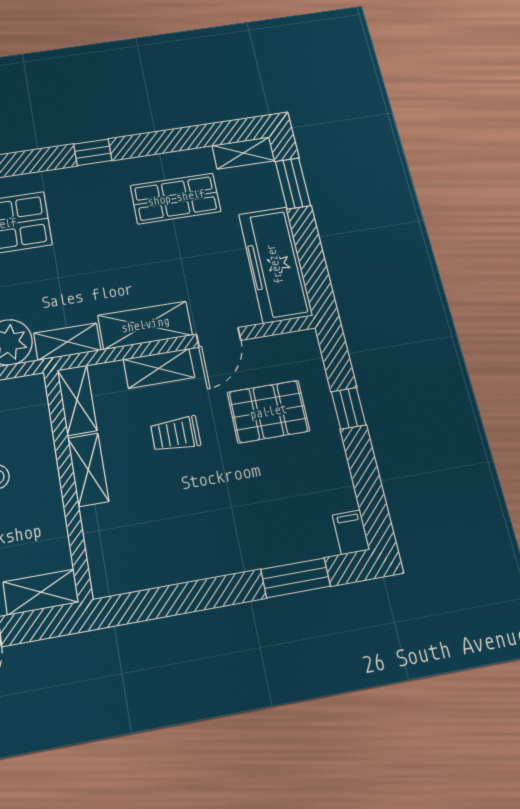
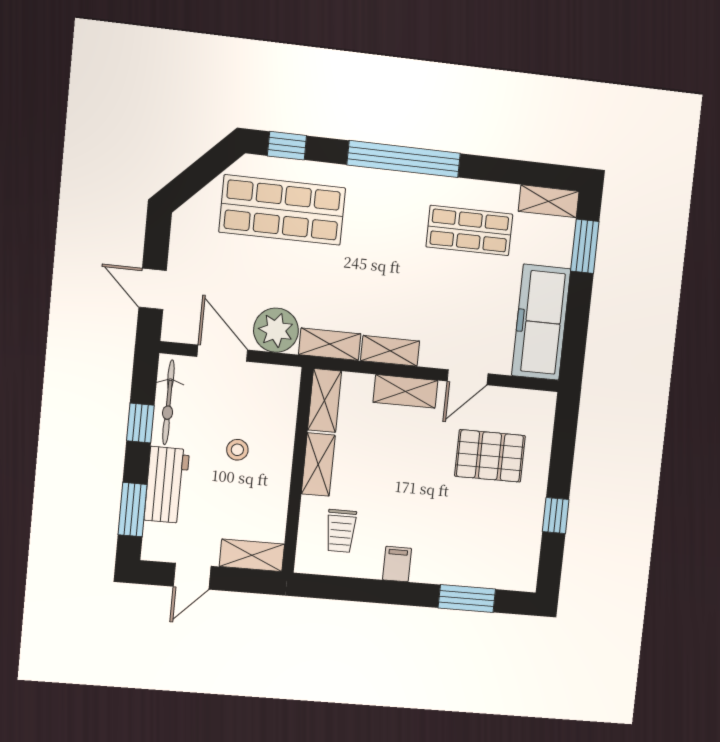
window: (93, 152) -> (404, 159), width x3.17
shelving: (145, 325) -> (390, 351), width x0.67, depth x0.75
window: (349, 408) -> (556, 516), moved
trolley: (175, 434) -> (341, 531), moved, turned -90
filing cabinet: (351, 532) -> (397, 564), moved

